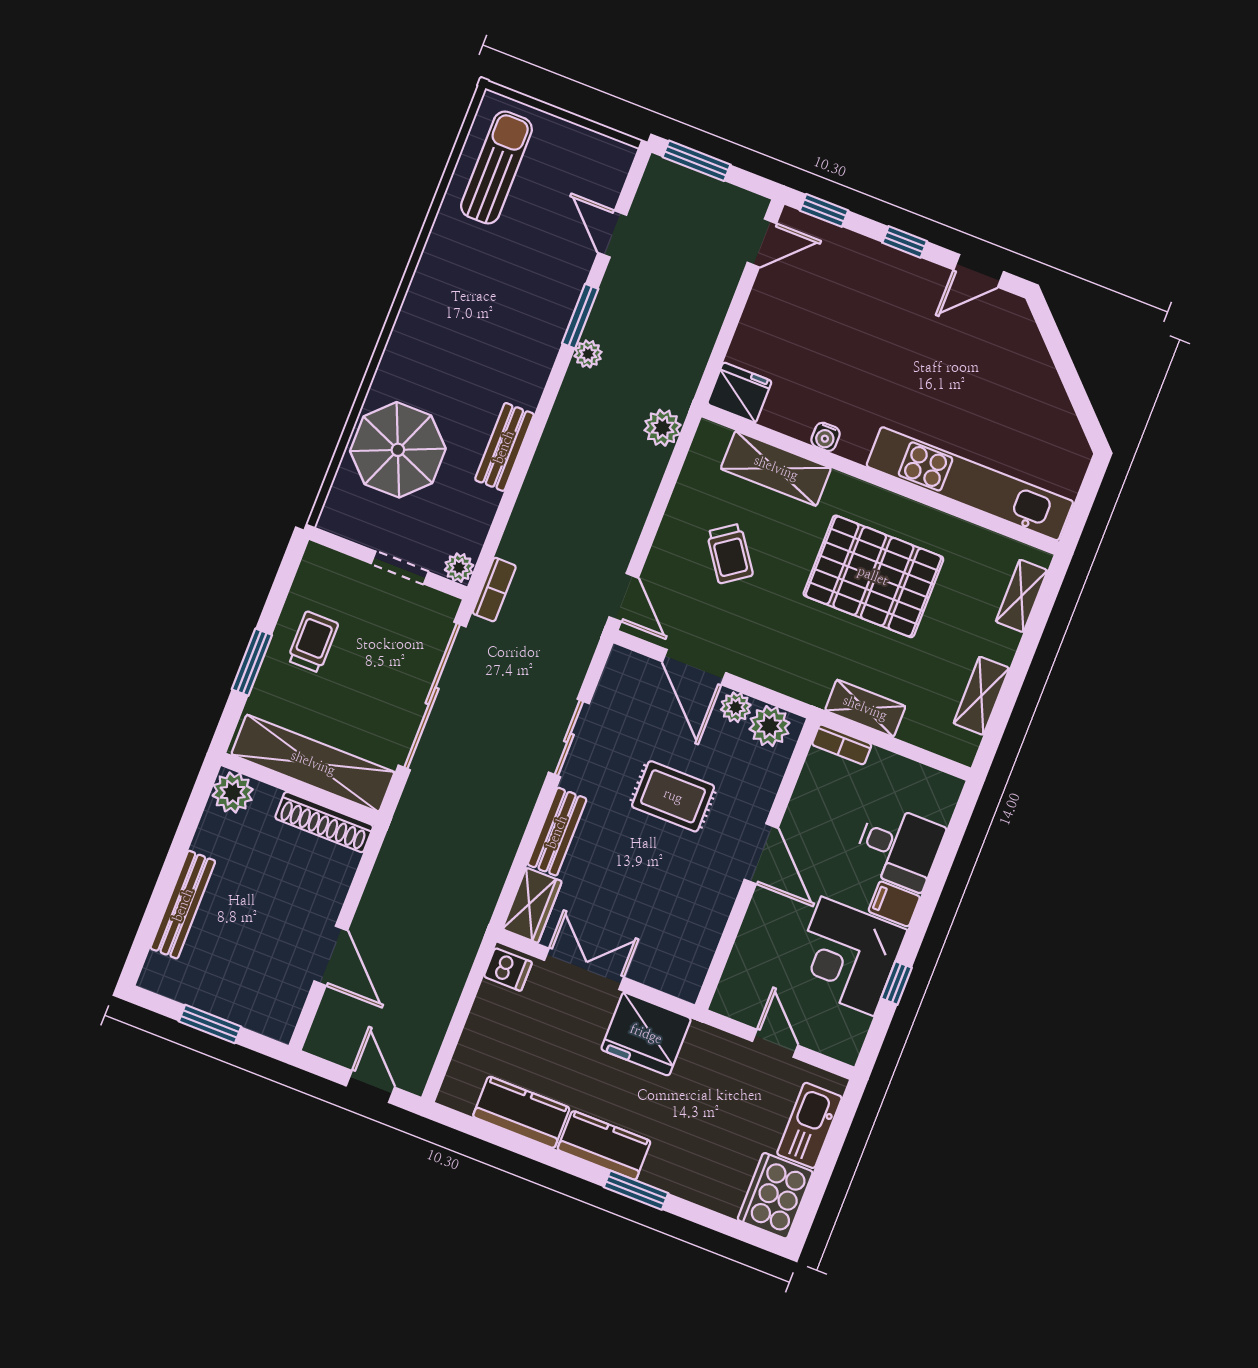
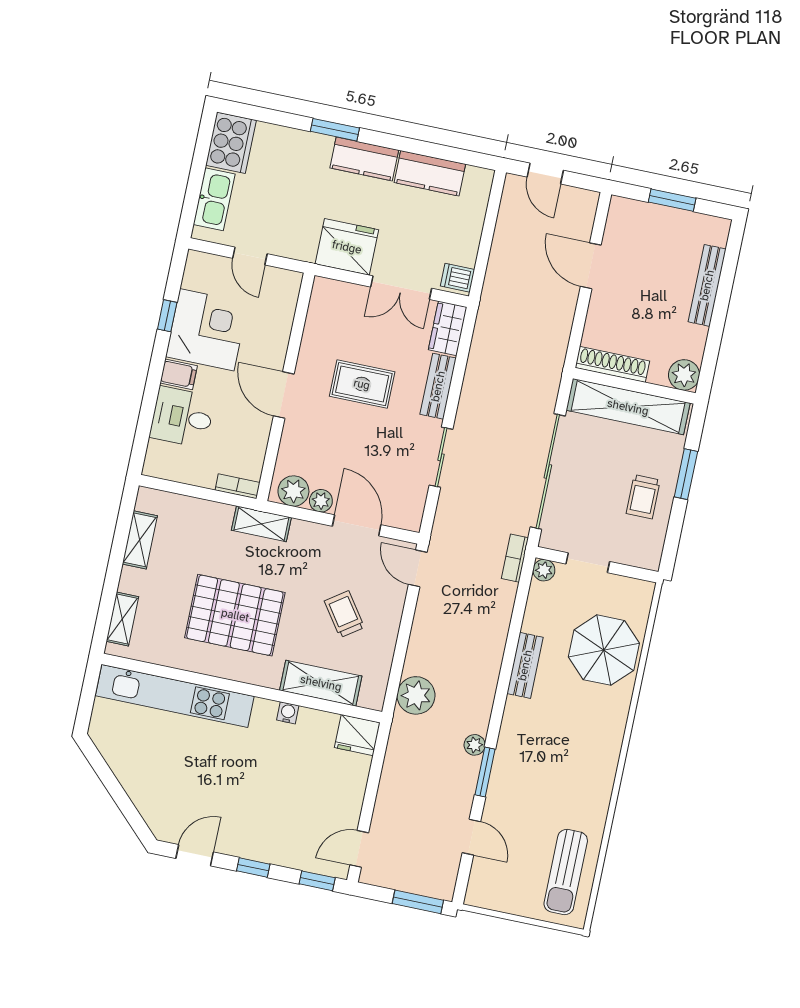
plant: (662, 428) -> (416, 695), width x1.36, depth x1.36
shelving: (865, 708) -> (261, 524), moved
rug: (673, 796) -> (362, 384), moved

